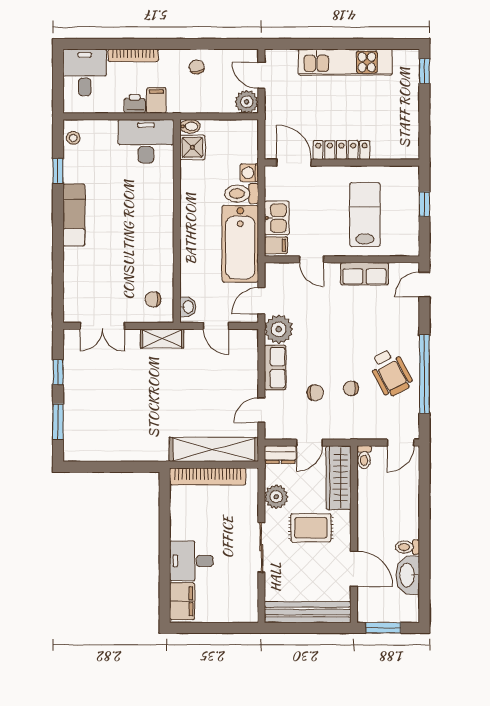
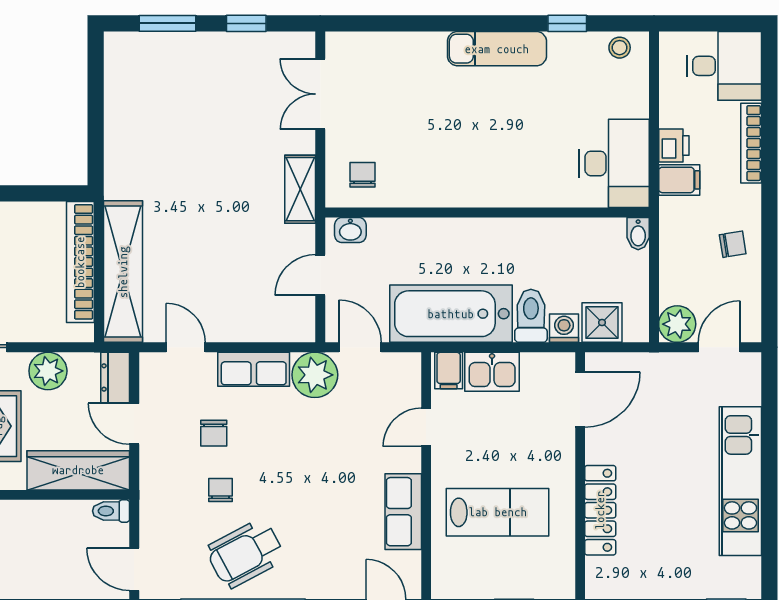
shower: (192, 147) -> (602, 323), moved
locker: (342, 150) -> (600, 510), moved

